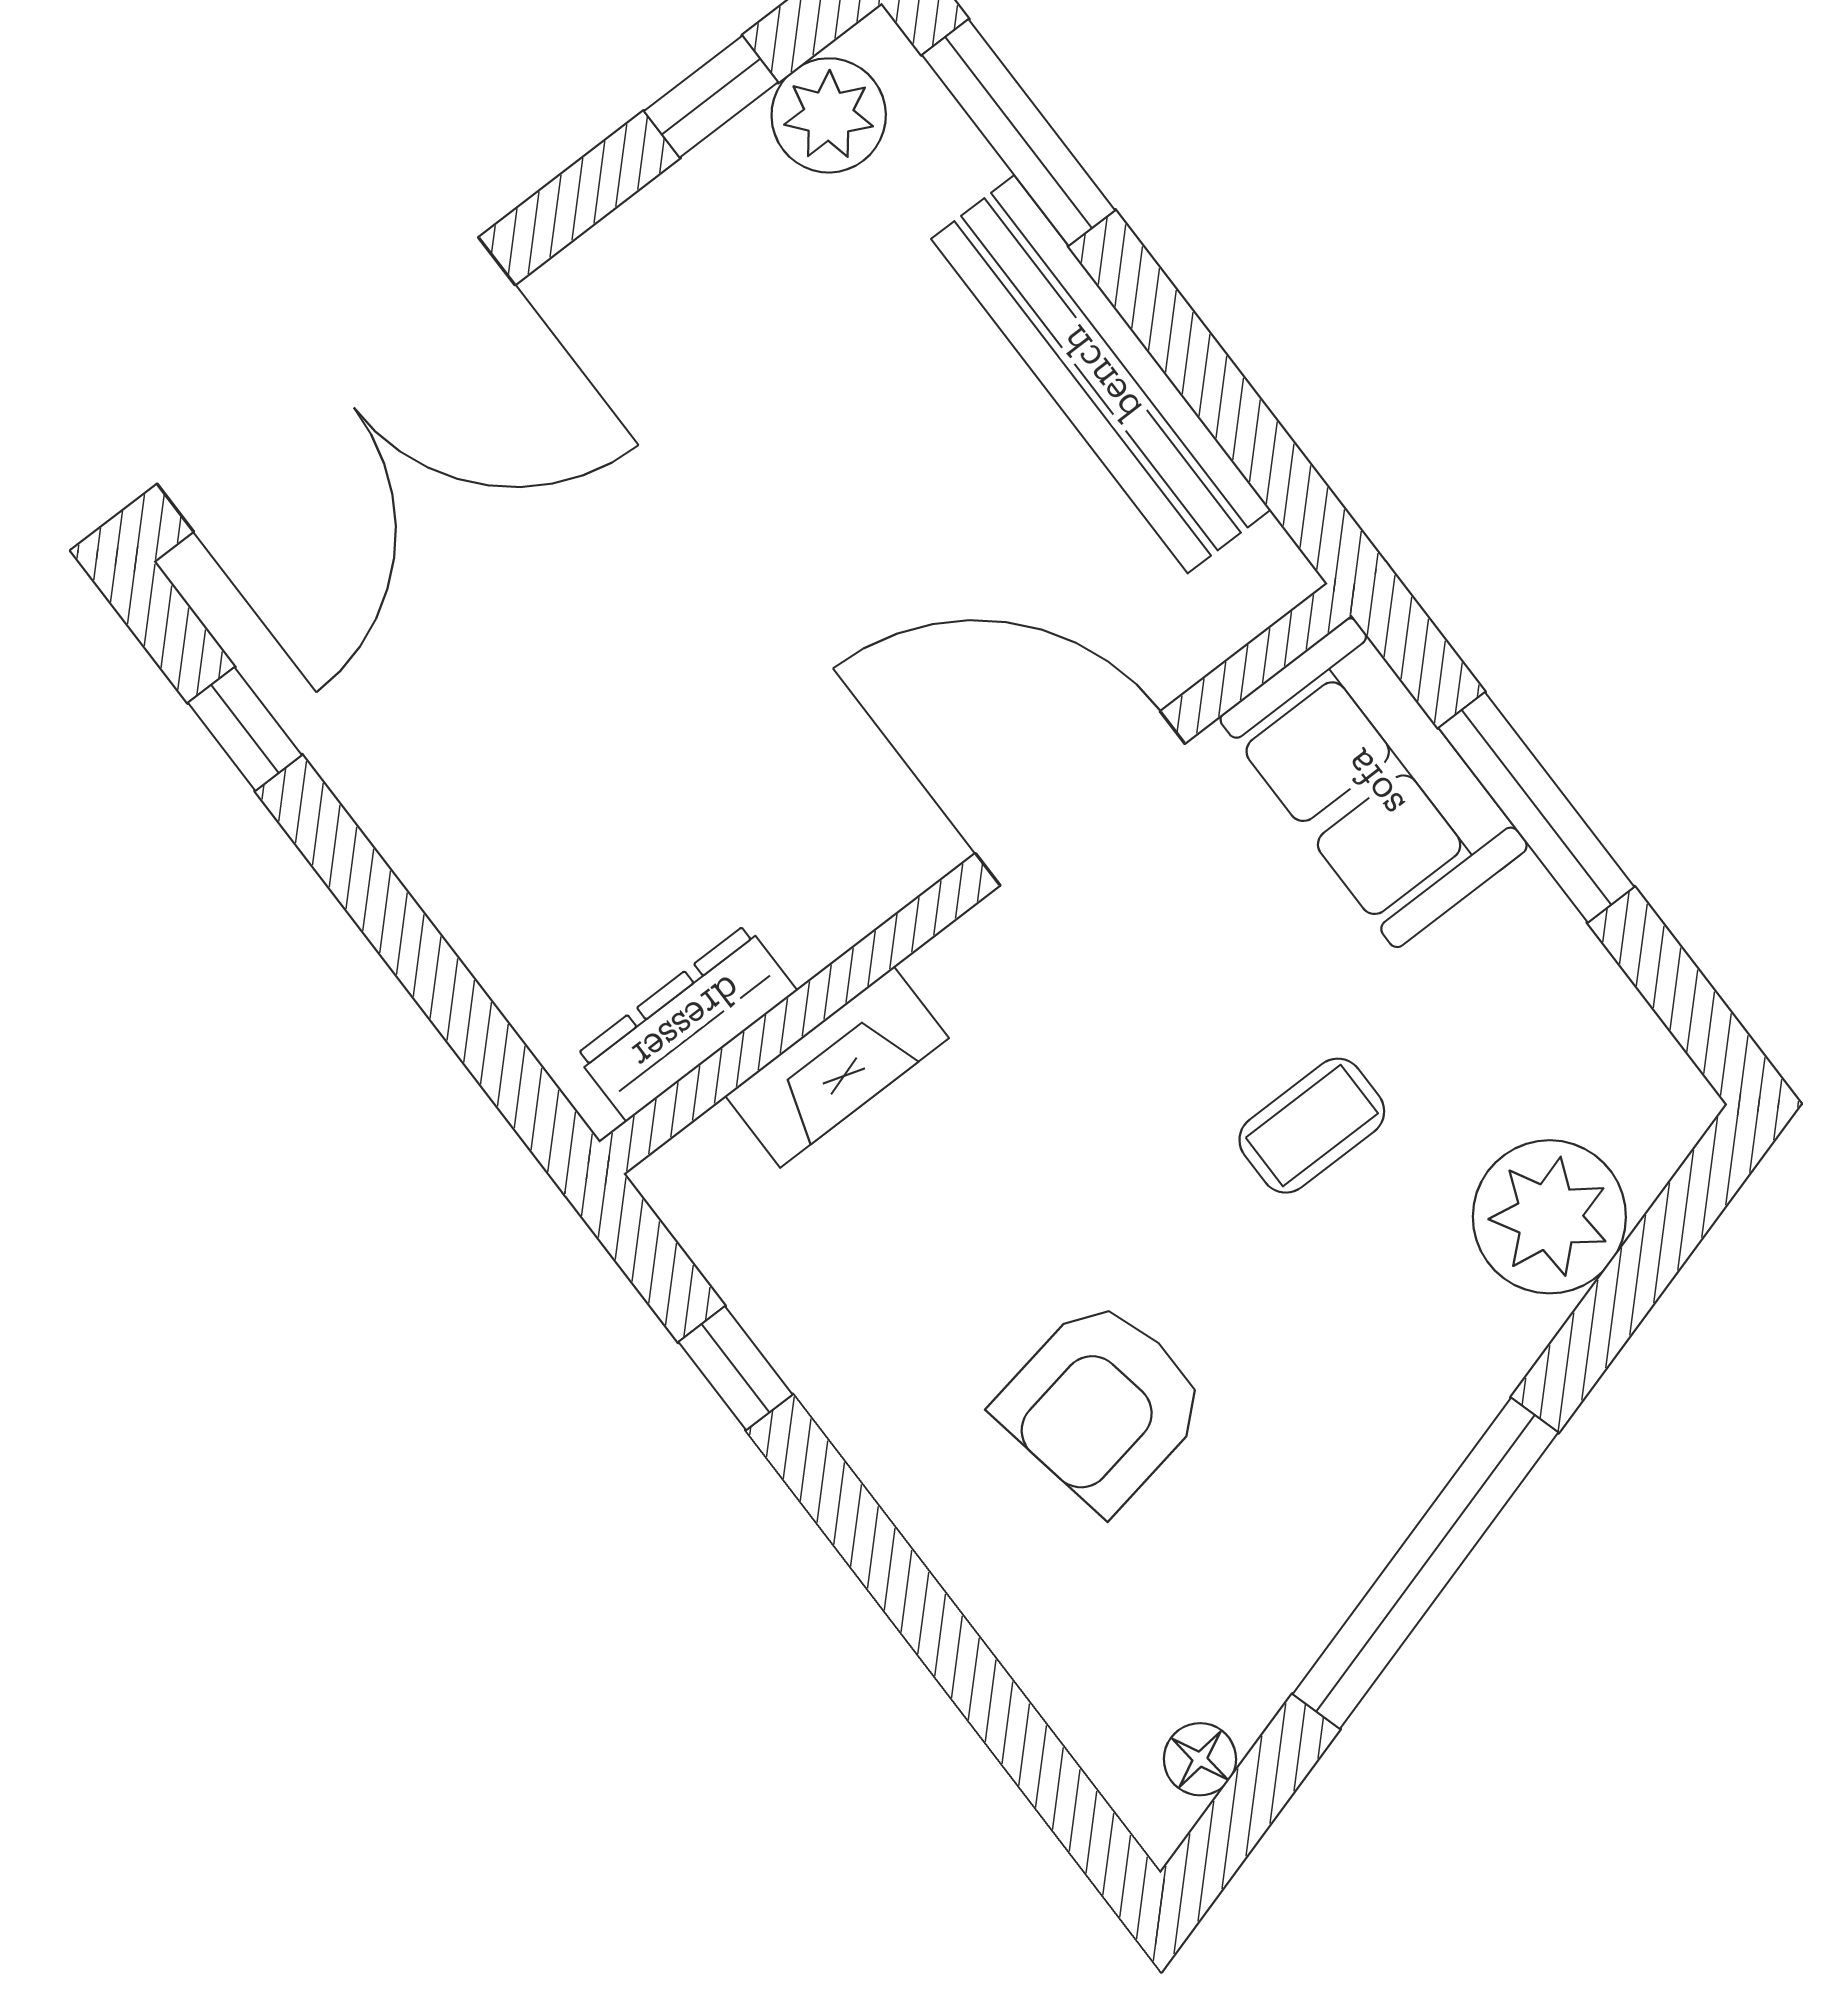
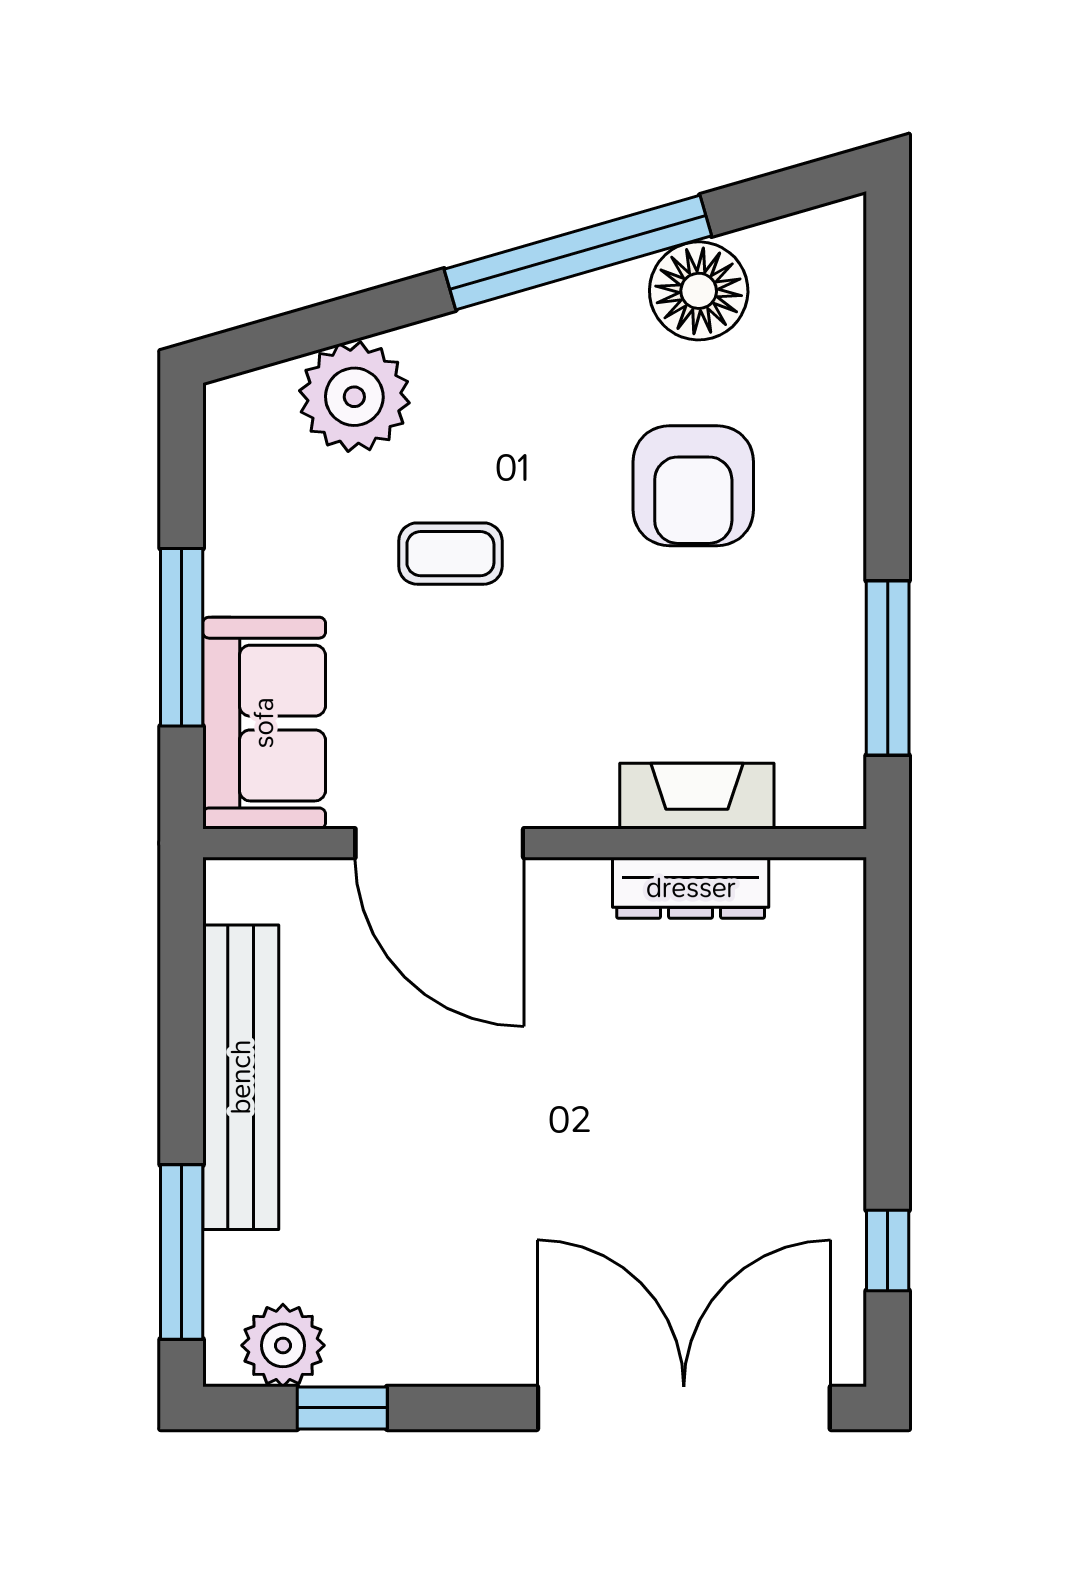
dresser: (686, 1023) -> (691, 888), moved
window: (735, 1368) -> (888, 668), width x2.17
armchair: (1102, 1405) -> (693, 486), turned 100
floor lamp: (1200, 1759) -> (699, 291), moved, width x1.89, depth x1.89

